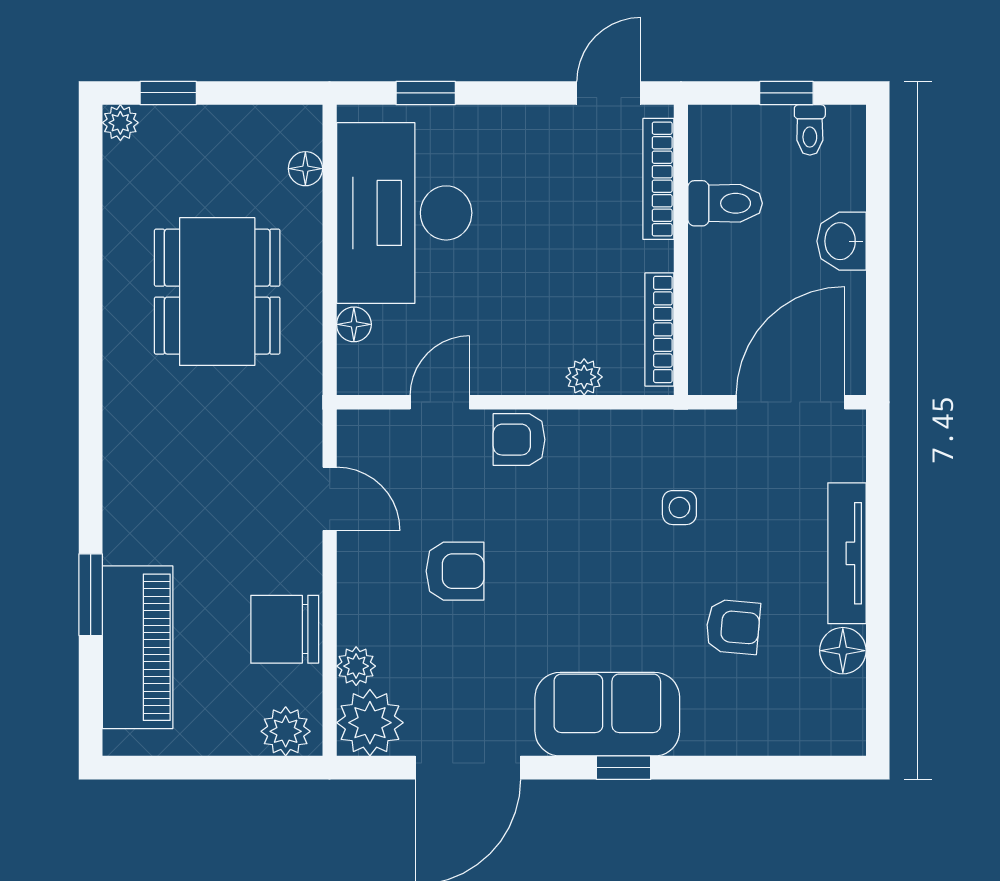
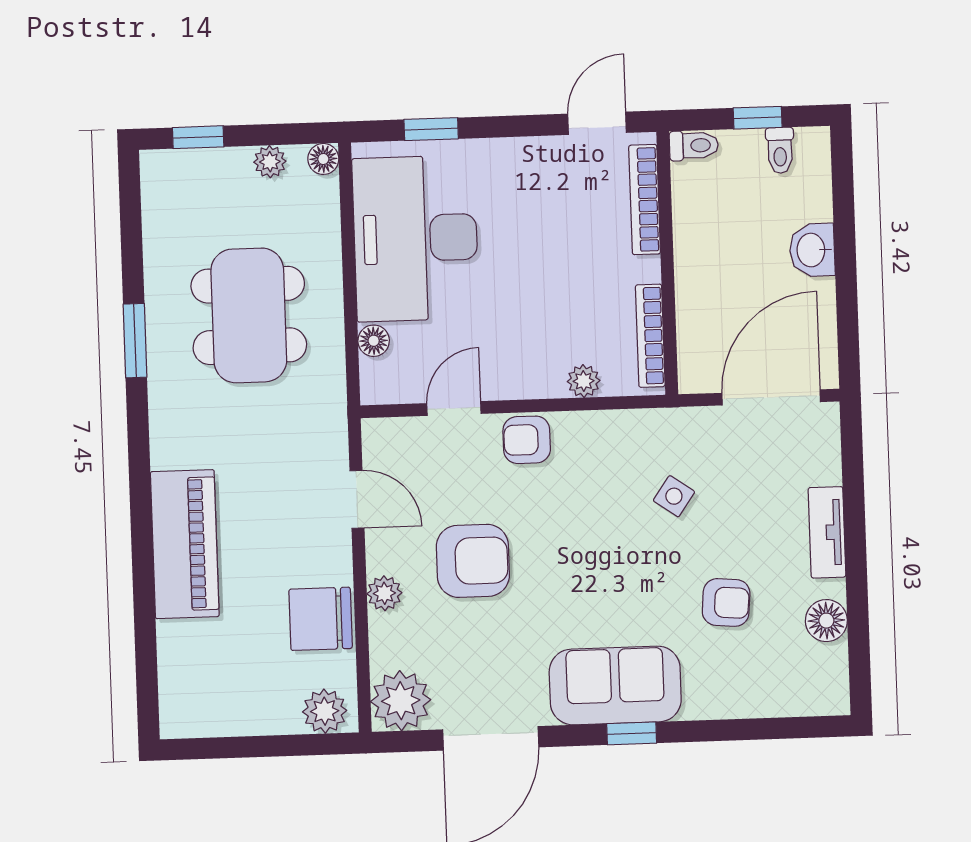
plant: (120, 123) -> (270, 162), moved
floor lamp: (305, 169) -> (323, 159), moved
toilet: (725, 203) -> (694, 145), moved, width x0.73, depth x0.72
side table: (679, 508) -> (674, 496), turned 35
tv unit: (847, 553) -> (827, 532), width x0.71
armchair: (455, 571) -> (473, 561), width x1.38, depth x1.38
window: (91, 595) -> (135, 341), moved
piano: (138, 647) -> (185, 544), moved
plant: (356, 666) -> (384, 593), moved

